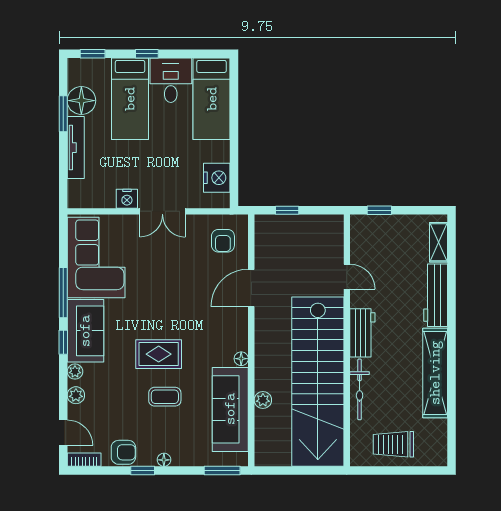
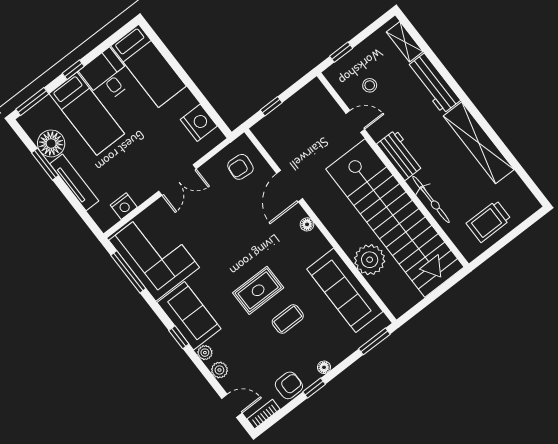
window: (93, 54) -> (32, 102), width x1.50
nightstand: (127, 199) -> (124, 206), moved
armchair: (223, 241) -> (240, 167), turned 95
stool: (382, 256) -> (370, 85), added
window: (63, 293) -> (128, 272), moved
floor lamp: (241, 359) -> (307, 224), moved
plant: (263, 400) -> (370, 260), width x1.88, depth x1.88

